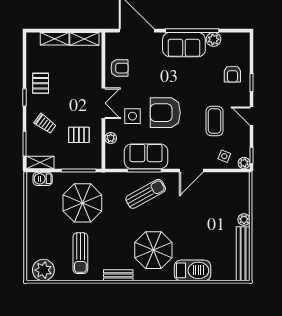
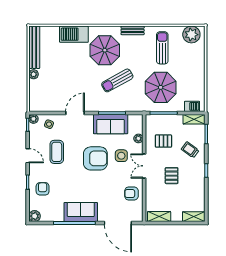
shelving: (55, 39) -> (194, 217), moved
plant: (213, 39) -> (35, 216), moved
pallet: (41, 83) -> (172, 176), moved
sun lounger: (146, 194) -> (117, 80), moved

